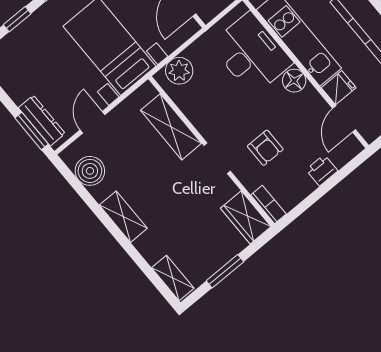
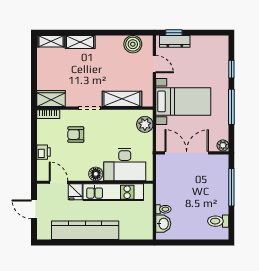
window: (32, 131) -> (174, 33), width x0.67
shelving: (123, 217) -> (80, 42), moved
window: (225, 271) -> (34, 68), removed

